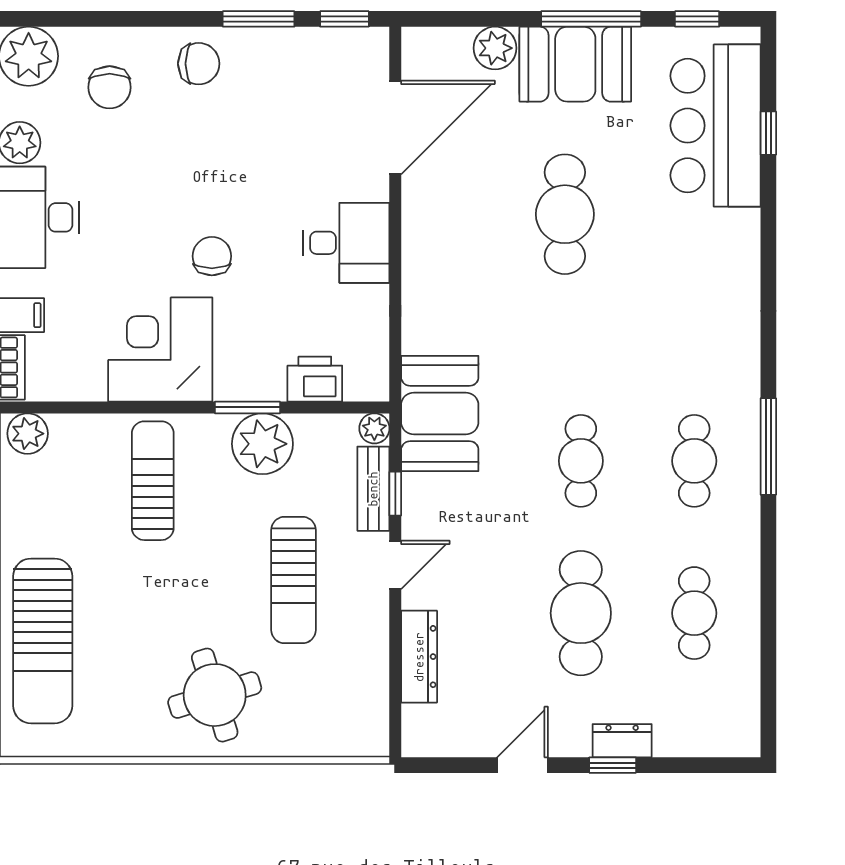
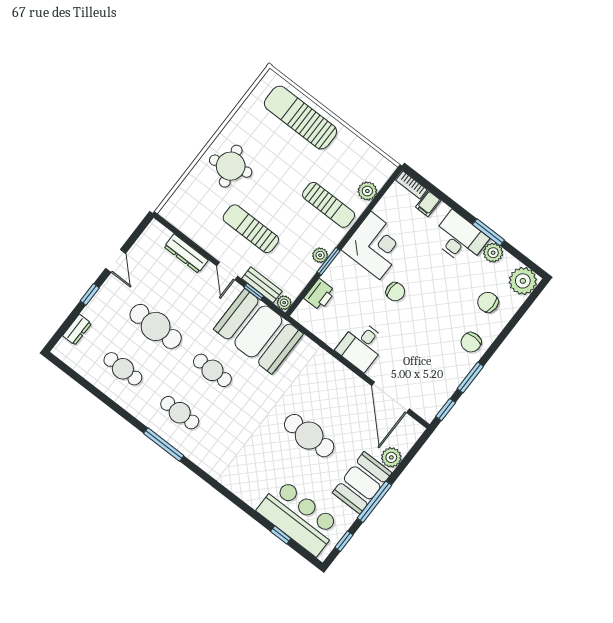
booth: (440, 413) -> (258, 331), width x1.36, depth x1.42
plant: (28, 434) -> (367, 191), moved
plant: (262, 444) -> (320, 255), width x0.53, depth x0.53
dresser: (622, 741) -> (77, 330), moved

